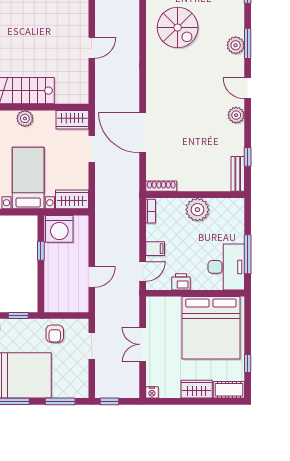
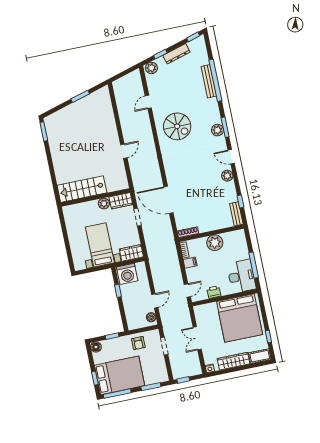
plant: (25, 118) -> (104, 203), moved
filing cabinet: (155, 249) -> (190, 263), moved
boiler: (81, 300) -> (151, 317), added
wardrobe: (197, 389) -> (234, 361), width x1.50

